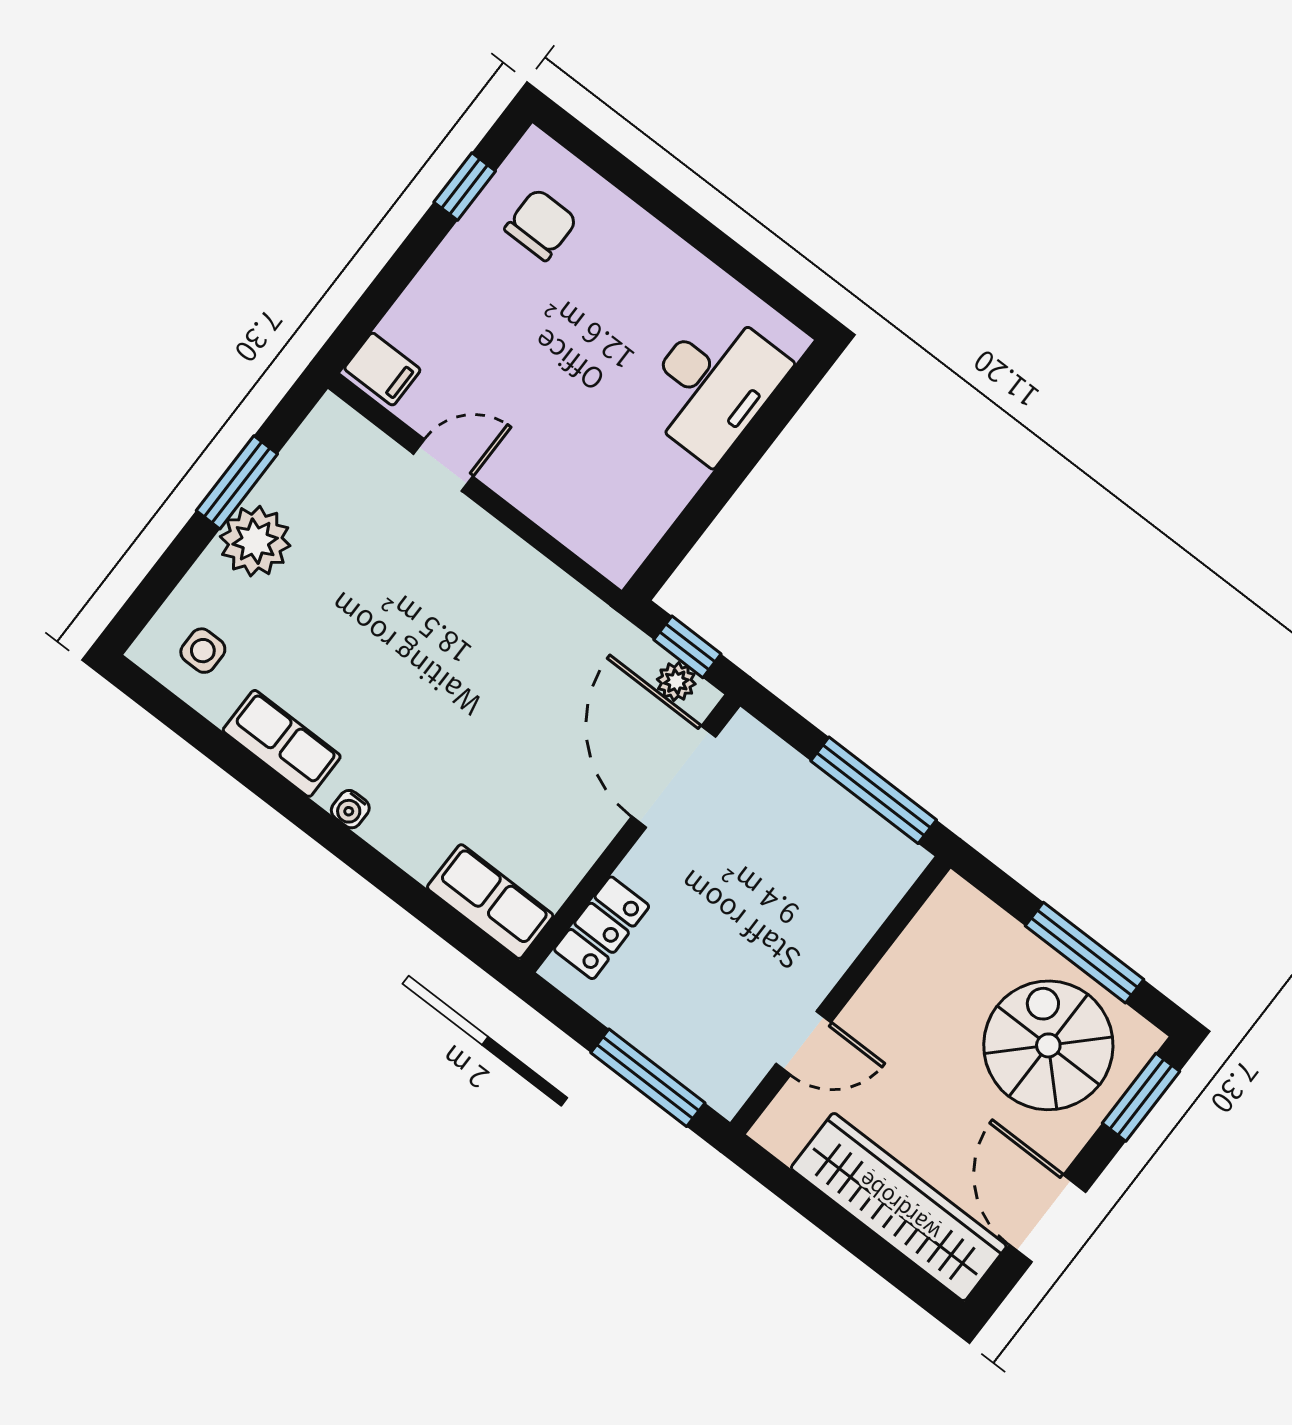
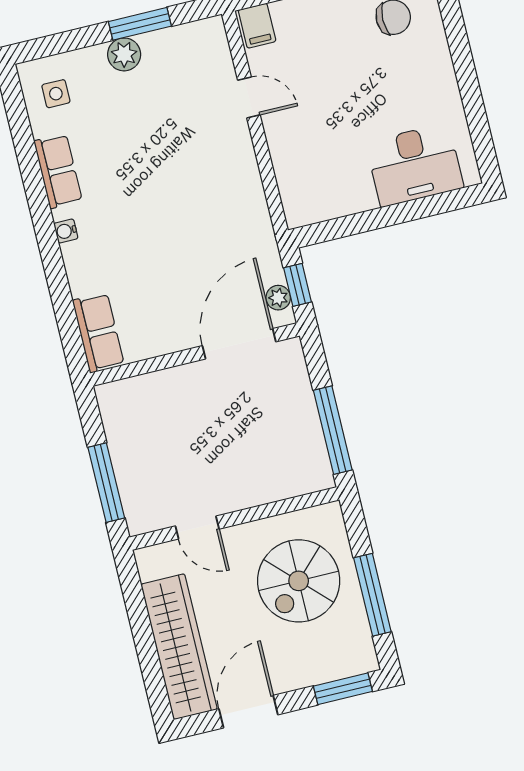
plant: (255, 541) -> (124, 54), width x0.73, depth x0.73
locker: (602, 928) -> (143, 390), removed
spiral stairs: (1048, 1045) -> (299, 581), moved, turned 180

